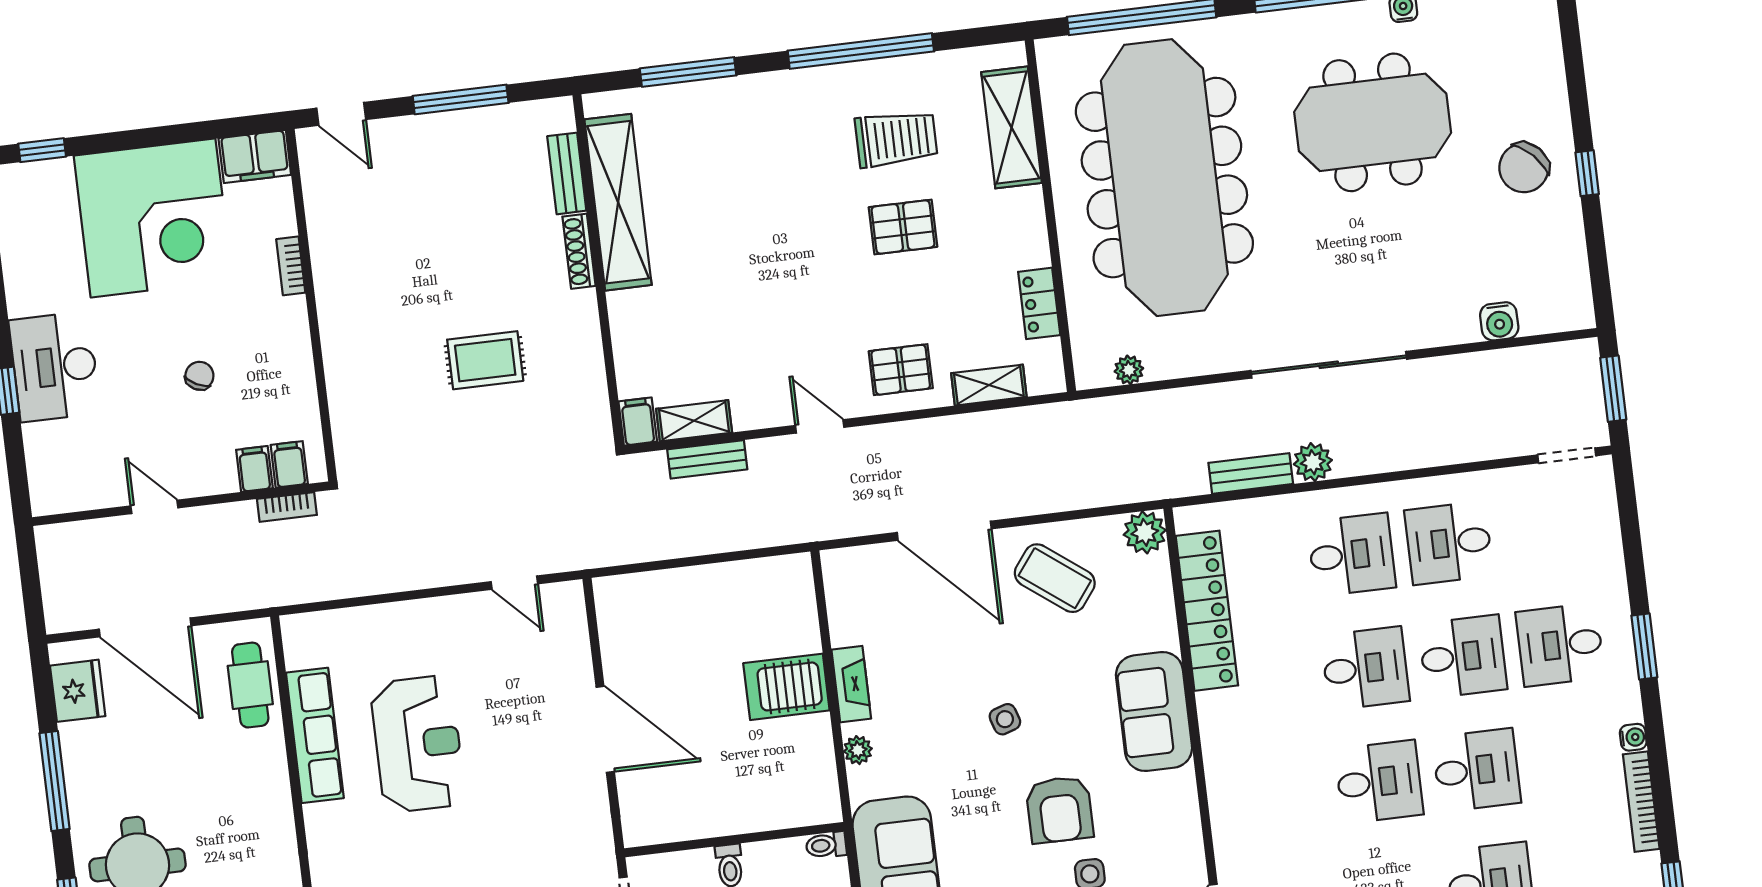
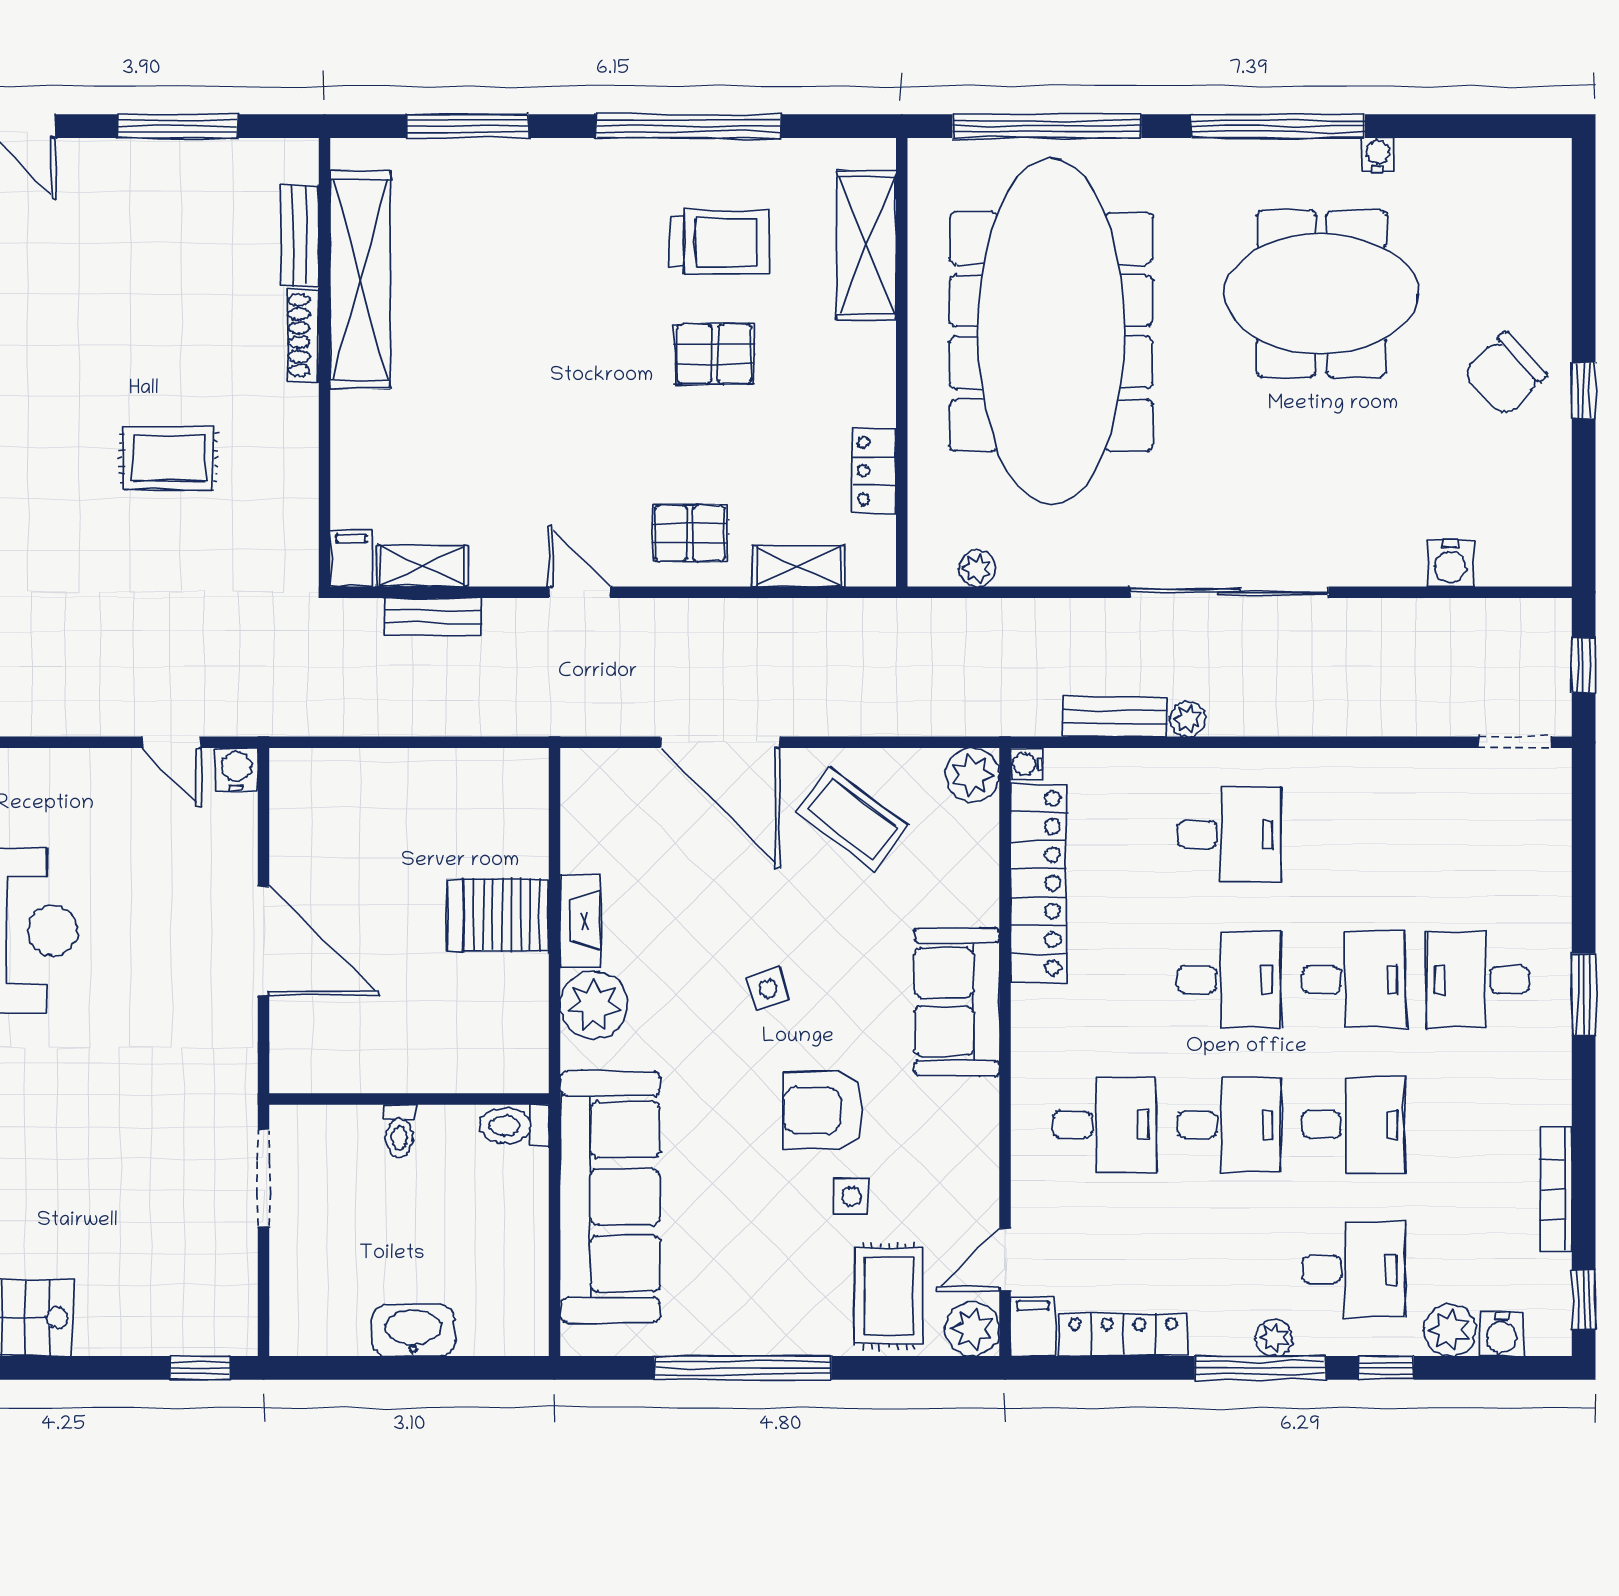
window: (1613, 389) -> (1584, 666), width x0.67
plant: (1313, 462) -> (1188, 719), width x0.73, depth x0.73
desk: (1449, 543) -> (1105, 1125), moved, turned 180
water cooler: (568, 598) -> (236, 770), added
water cooler: (1633, 737) -> (1027, 764), moved, turned 180
plant: (858, 750) -> (594, 1005), width x1.87, depth x1.87
armchair: (1060, 810) -> (823, 1111), turned 90
toilet: (826, 845) -> (514, 1126), width x1.37, depth x1.39

